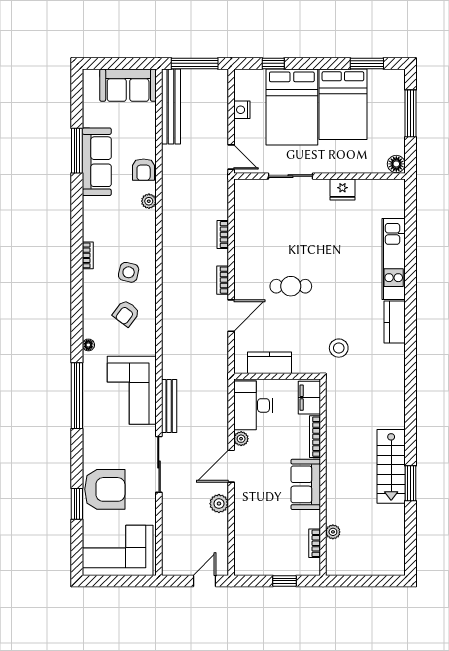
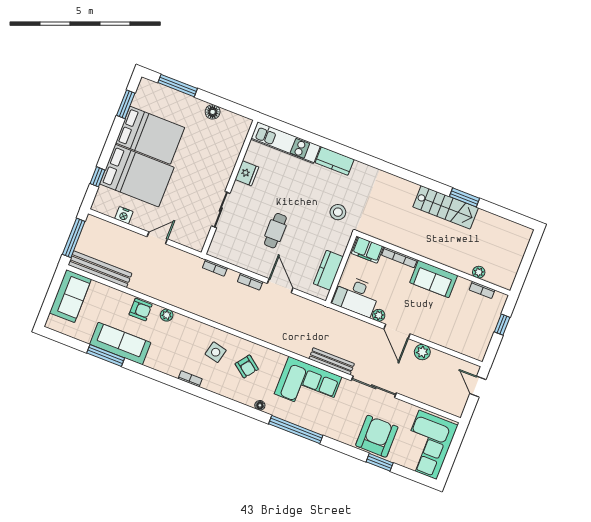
sliding door: (291, 176) -> (221, 210), moved
wall: (319, 176) -> (230, 187), moved
fridge: (342, 189) -> (247, 173), moved

